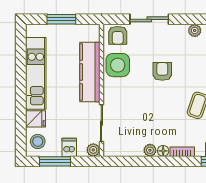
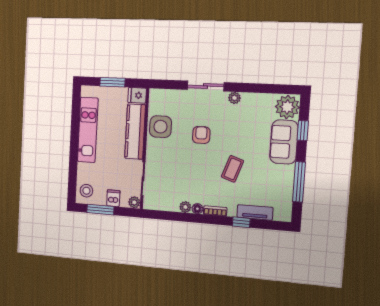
sliding door: (149, 19) -> (206, 86), moved
armchair: (118, 35) -> (162, 99), removed
fridge: (36, 119) -> (137, 95), moved, turned 180

